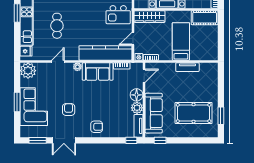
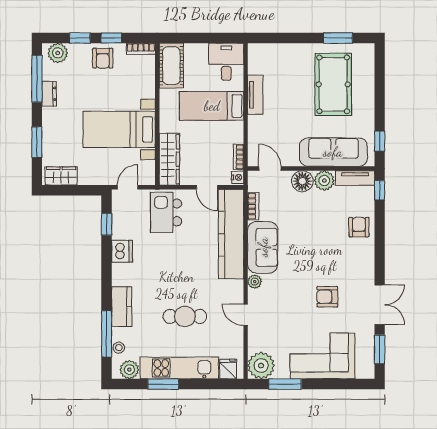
kitchen island: (118, 15) -> (166, 212), turned 180
desk: (207, 50) -> (226, 62), added
window: (17, 102) -> (285, 384), moved
armchair: (97, 127) -> (359, 227), moved

